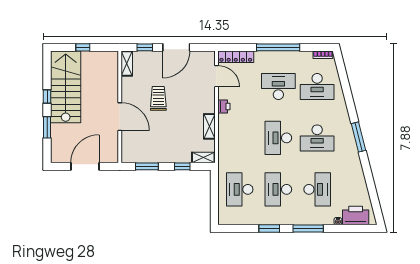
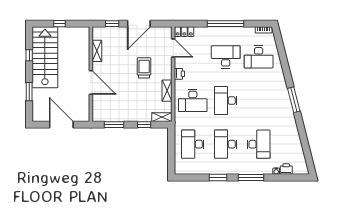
locker: (236, 57) -> (184, 32), width x0.66
shelving: (127, 64) -> (97, 51), moved
window: (47, 97) -> (29, 55), moved
trolley: (158, 98) -> (144, 68), moved
desk: (317, 138) -> (193, 101), moved
door: (85, 166) -> (61, 125), hinge flipped
printer: (356, 216) -> (286, 169), width x0.53, depth x0.68

